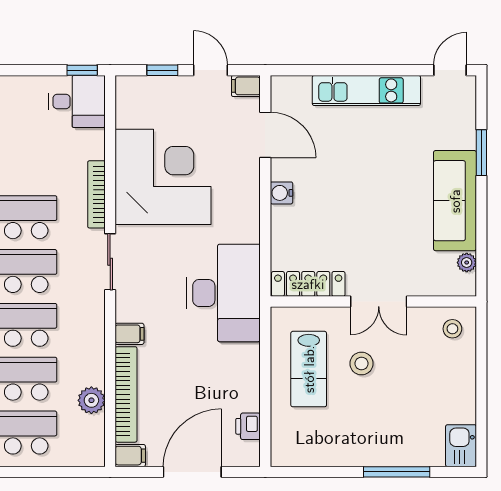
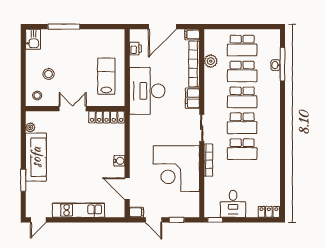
desk: (77, 101) -> (233, 204), moved, turned -90
desk: (224, 293) -> (147, 91), moved
filing cabinet: (130, 334) -> (192, 98), width x2.00
stool: (361, 363) -> (49, 74), moved

